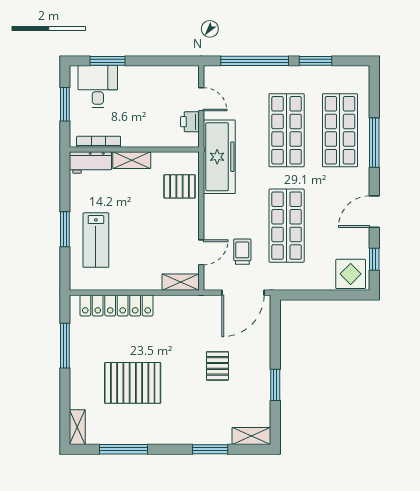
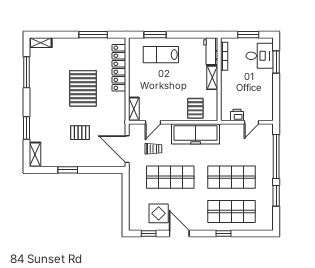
window: (374, 143) -> (224, 234), width x0.46
freezer: (219, 157) -> (196, 134), moved
window: (65, 229) -> (155, 35), moved
door: (201, 252) -> (153, 122), hinge flipped
display table: (351, 274) -> (159, 213), moved
pallet: (133, 383) -> (83, 88), moved

